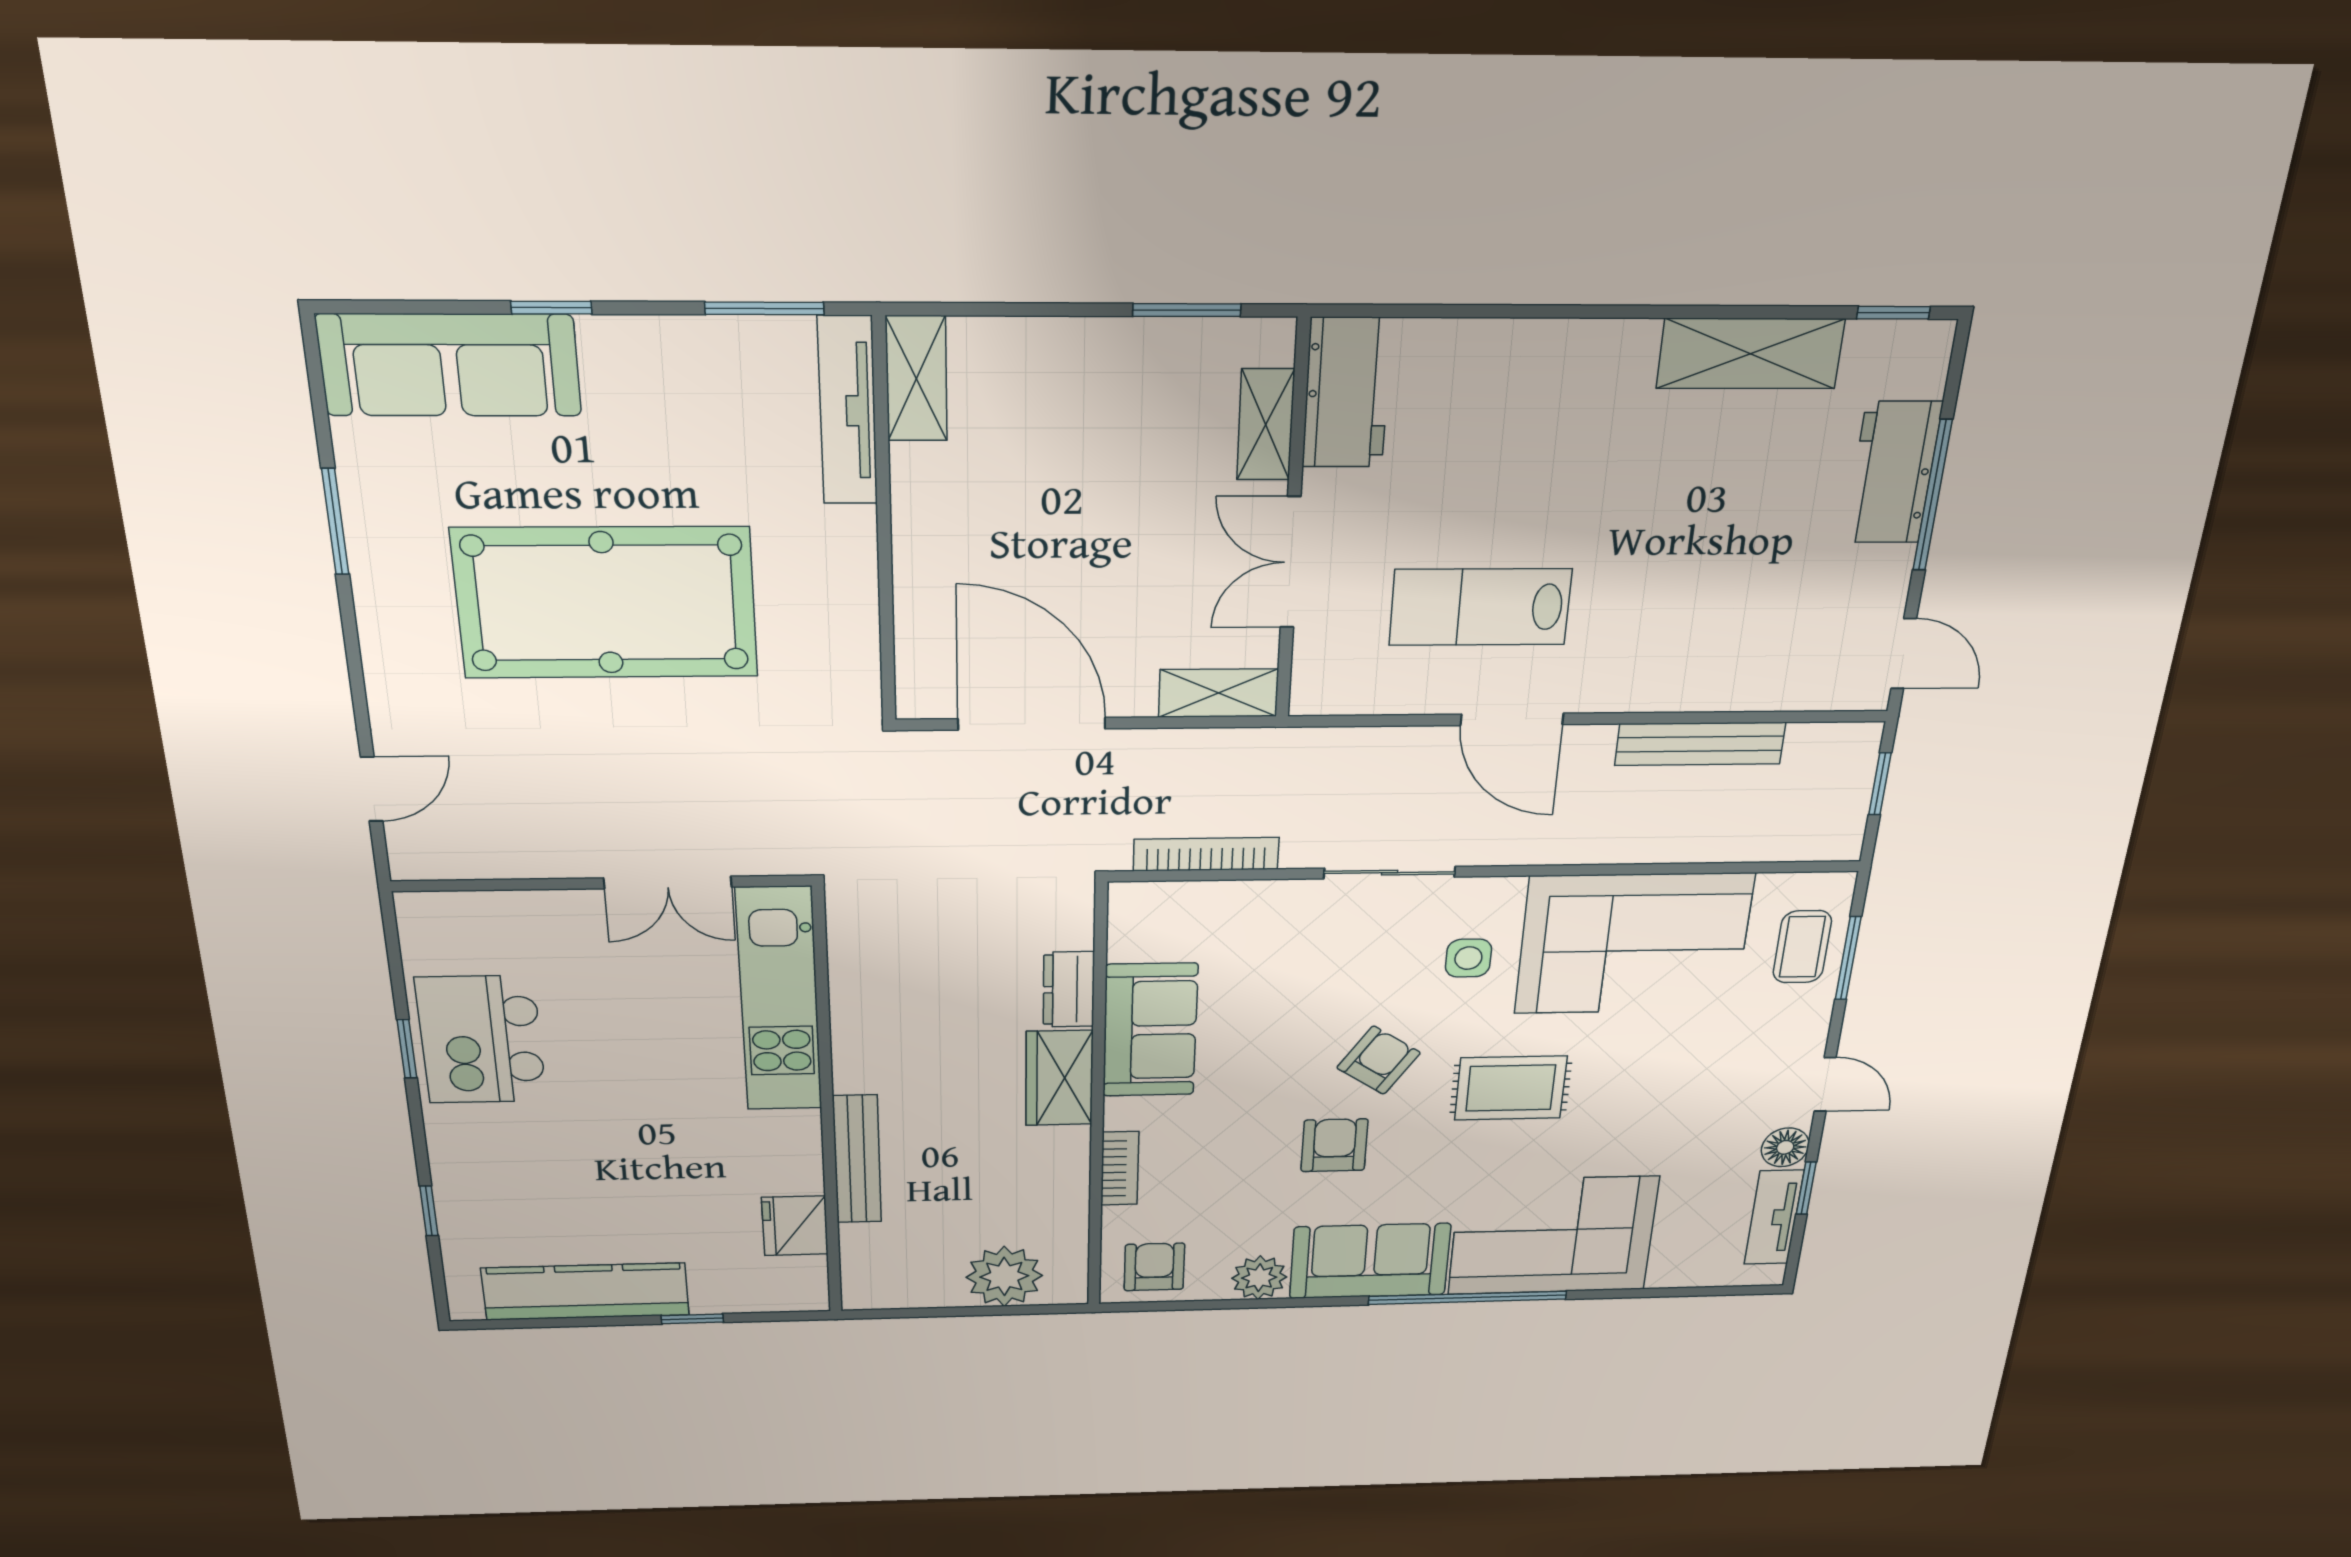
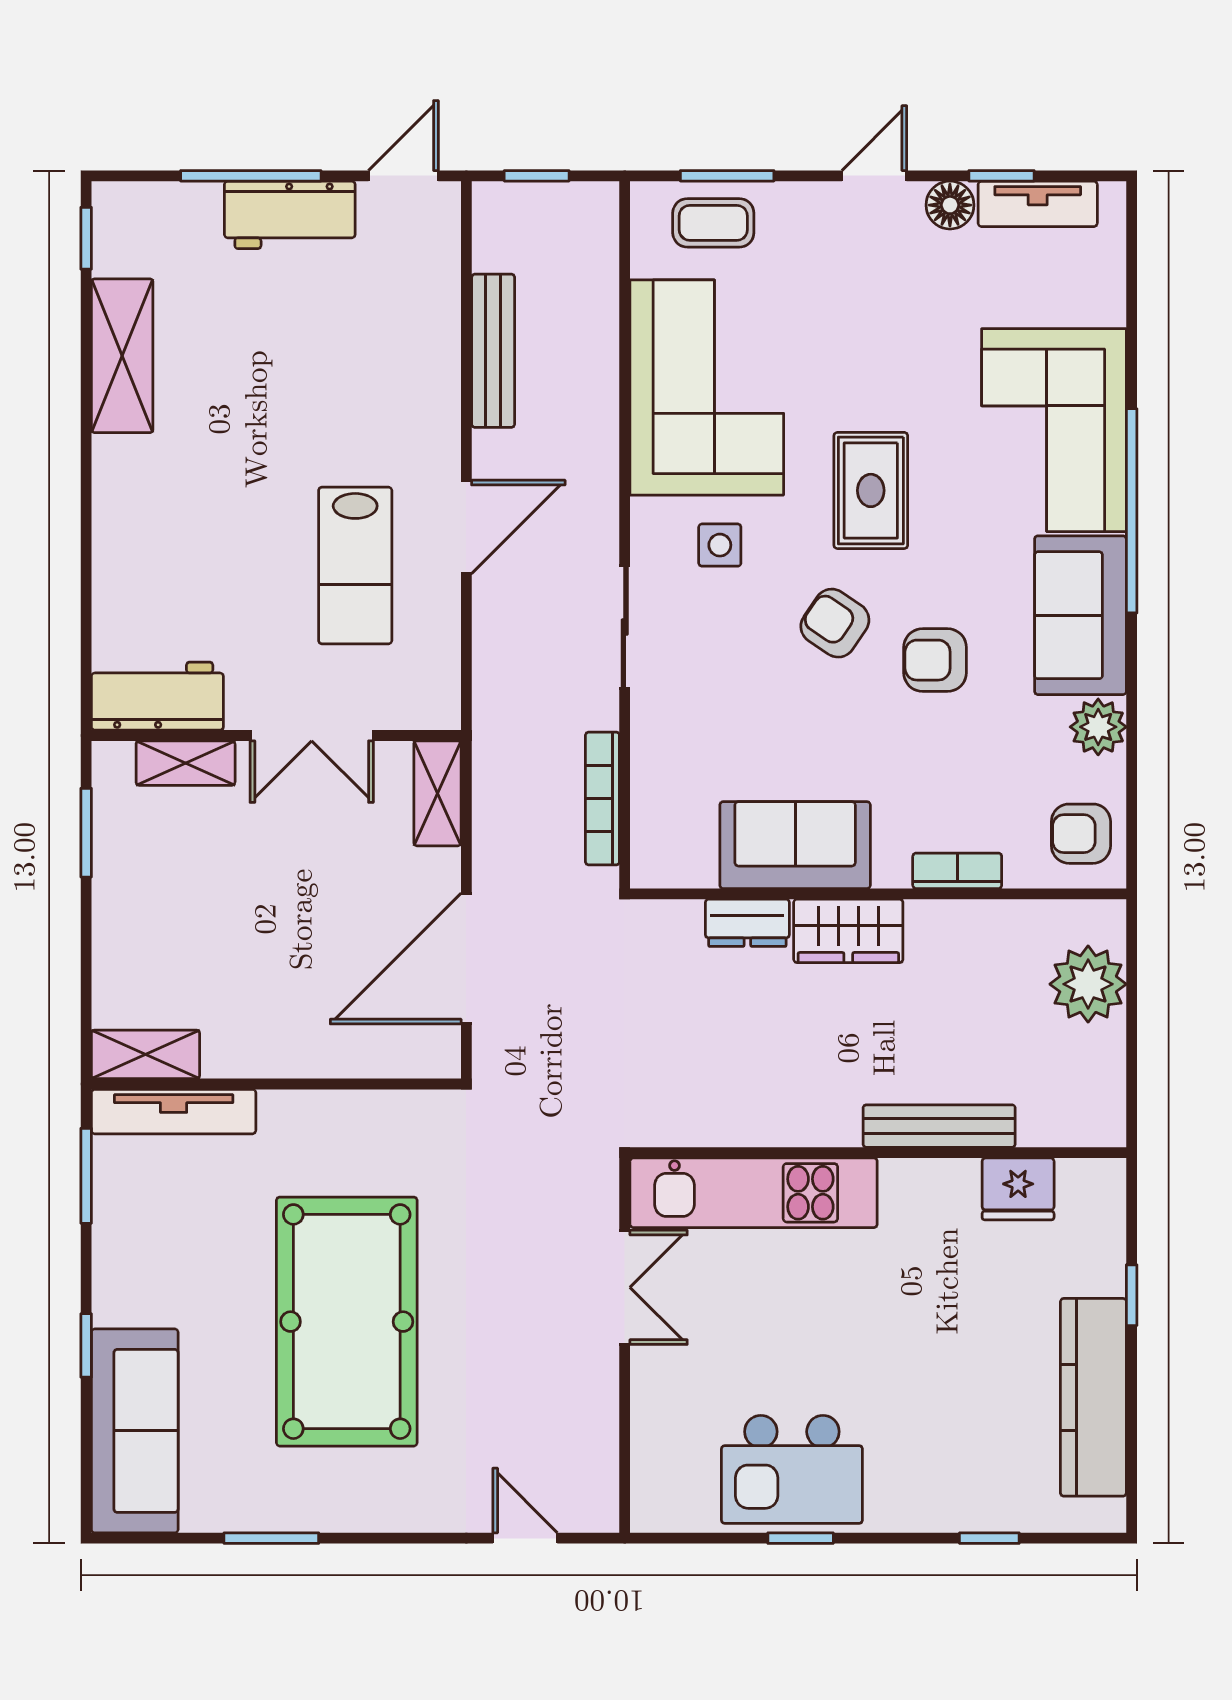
workbench: (1893, 473) -> (290, 215), moved

